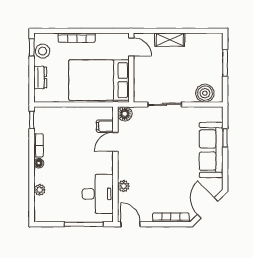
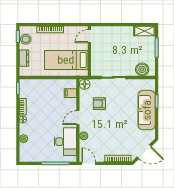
shelving: (170, 40) -> (144, 31), moved
door: (131, 47) -> (89, 36), swing flipped
bed: (99, 80) -> (66, 60), width x0.67
armchair: (145, 141) -> (99, 104), added
door: (115, 142) -> (78, 118), moved
door: (208, 208) -> (144, 152), swing flipped

